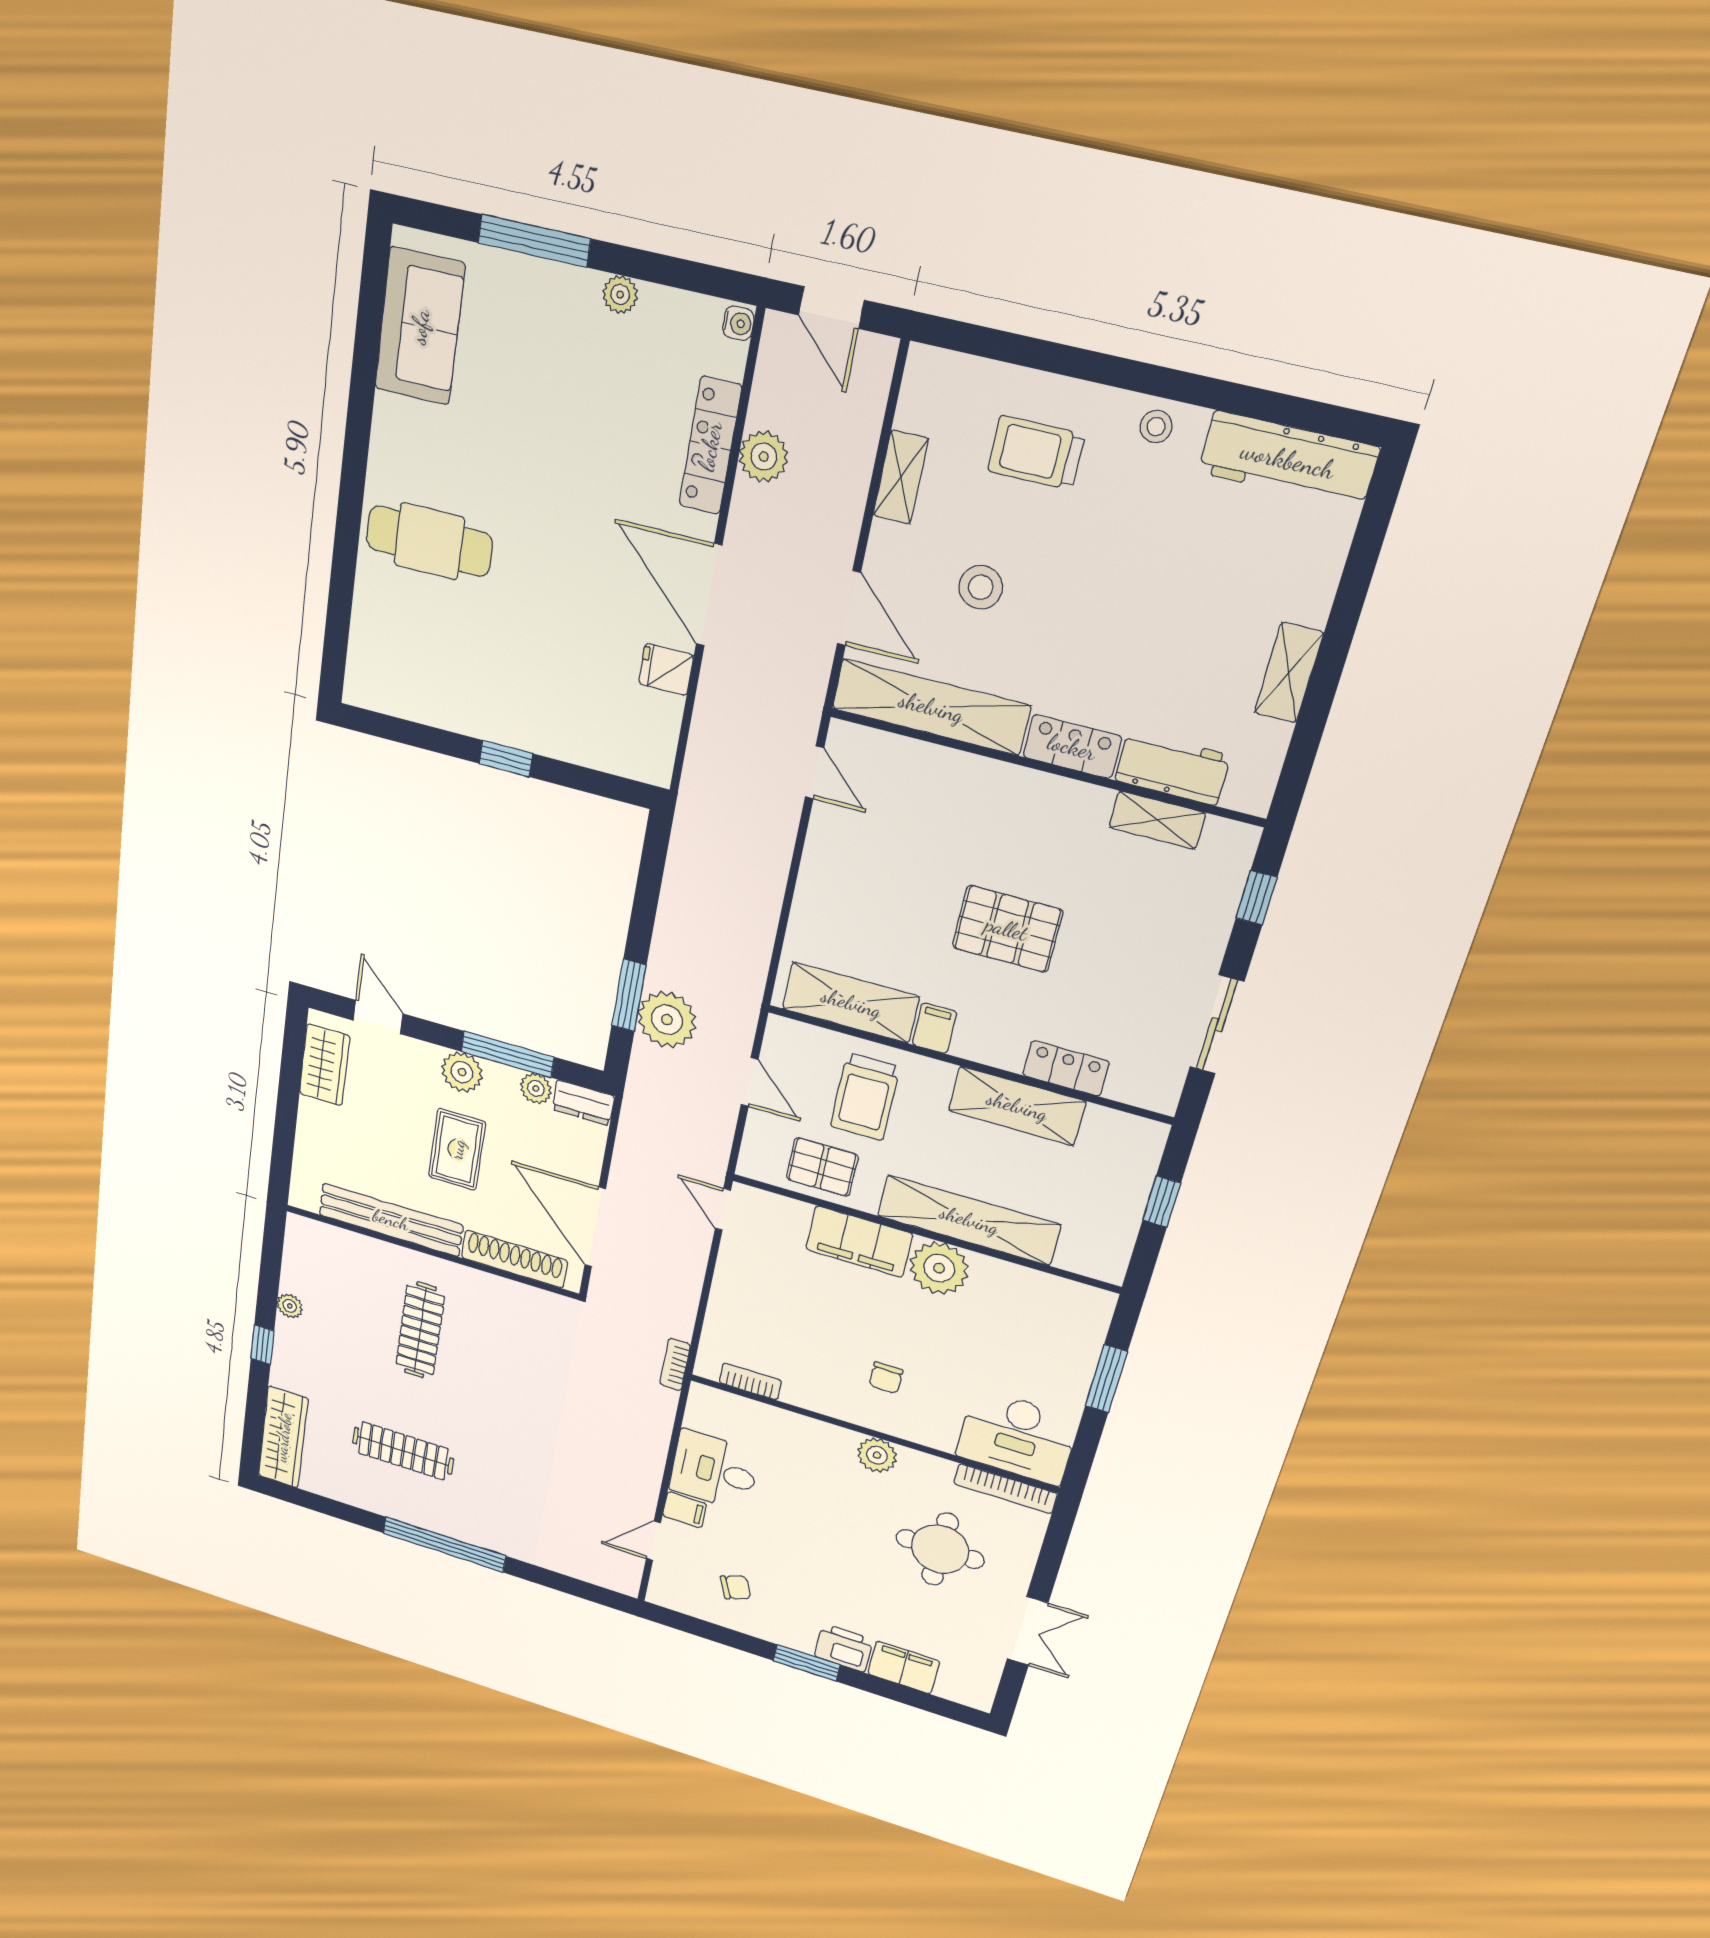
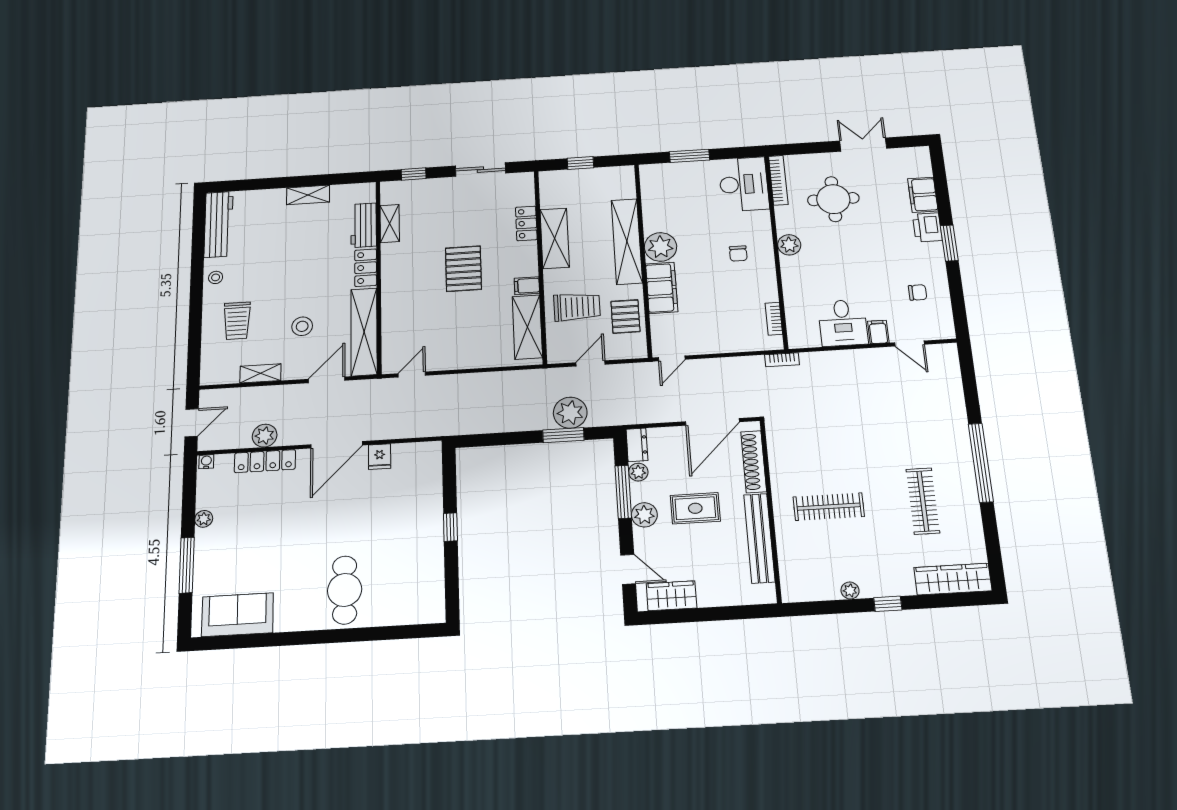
door: (378, 1017) -> (628, 569), swing flipped
chair: (886, 1378) -> (738, 254), turned 90
chair: (736, 1587) -> (918, 292), turned 112

